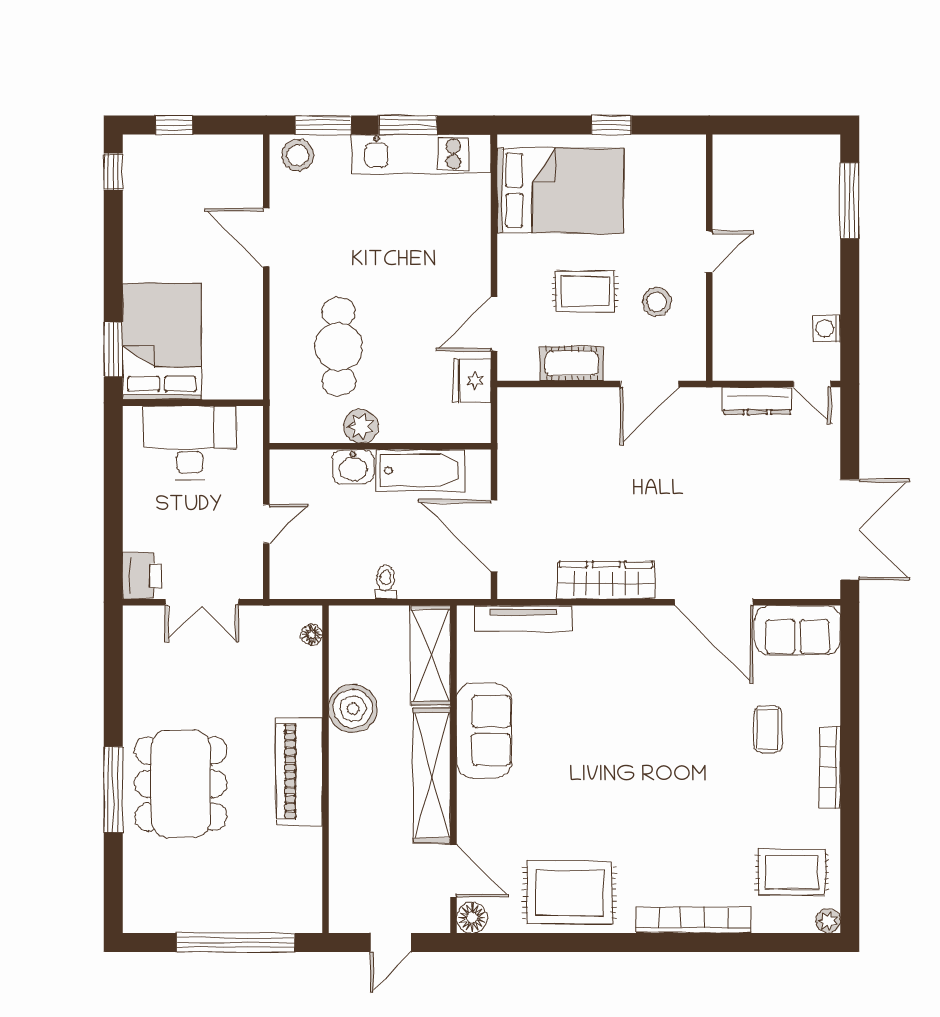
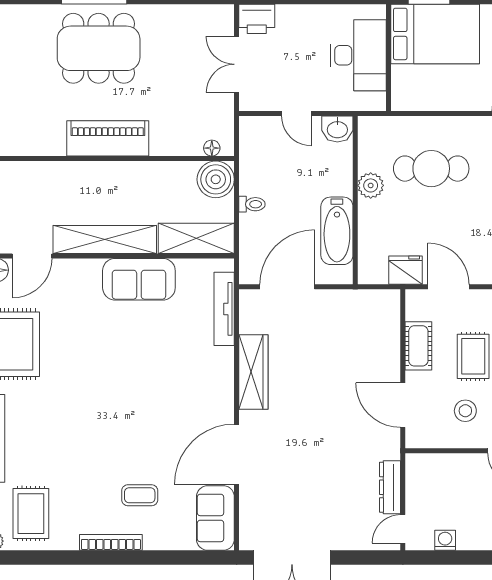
washbasin: (353, 467) -> (337, 129), moved, turned -90
boiler: (353, 709) -> (216, 179), moved

